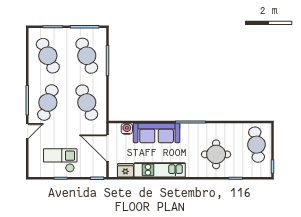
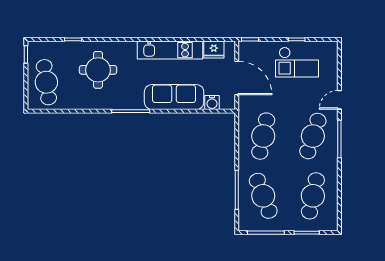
cafe table: (48, 56) -> (313, 196), turned 36
cafe table: (87, 103) -> (263, 136), turned 33

